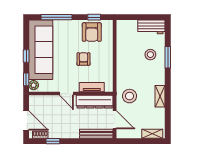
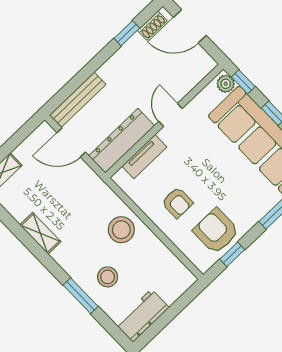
armchair: (83, 59) -> (177, 203), moved
door: (66, 94) -> (171, 115), hinge flipped
stool: (129, 96) -> (121, 230), moved

